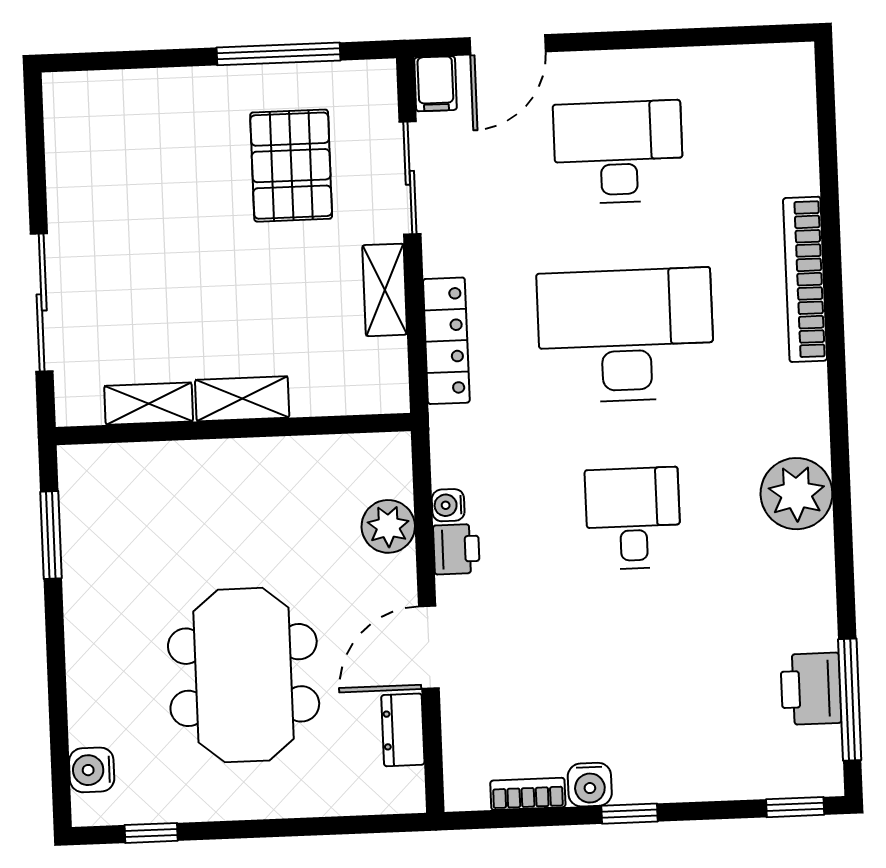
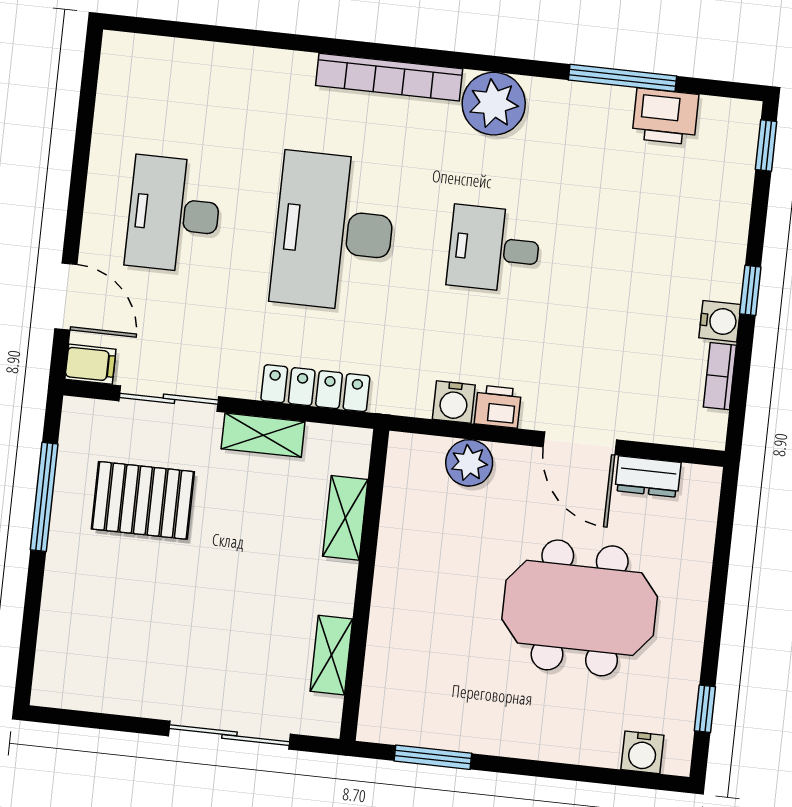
bookcase: (805, 279) -> (389, 77), moved
shelving: (242, 399) -> (345, 518), moved
water cooler: (448, 505) -> (454, 402), width x1.38, depth x1.38
window: (850, 700) -> (622, 78), moved

